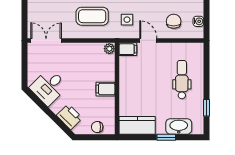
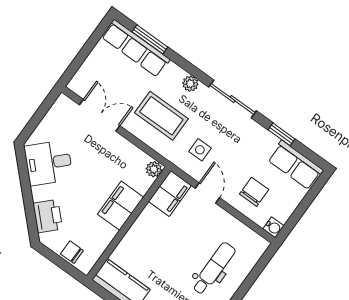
water cooler: (198, 21) -> (273, 227), moved
double door: (46, 40) -> (100, 115), moved
filing cabinet: (128, 49) -> (170, 194), width x2.00
filing cabinet: (105, 89) -> (121, 206), width x2.00

